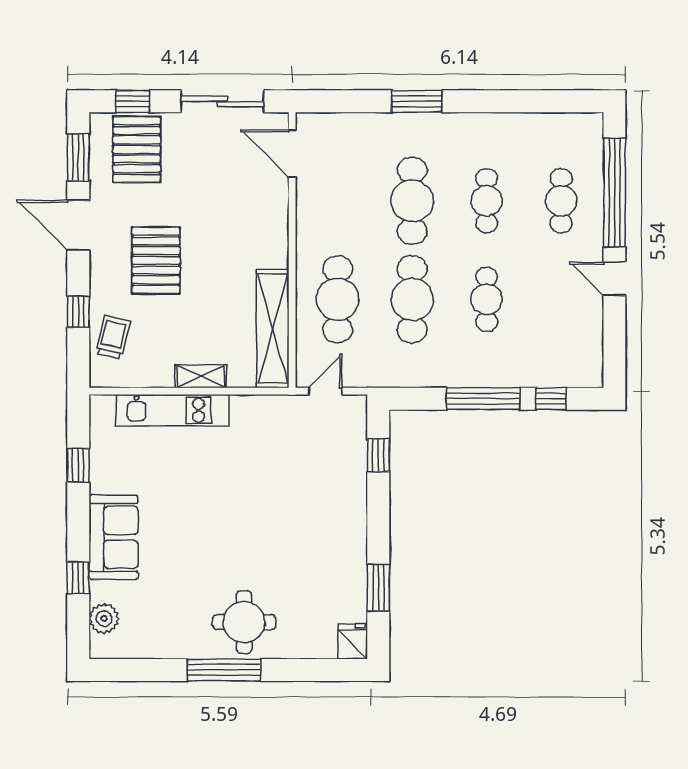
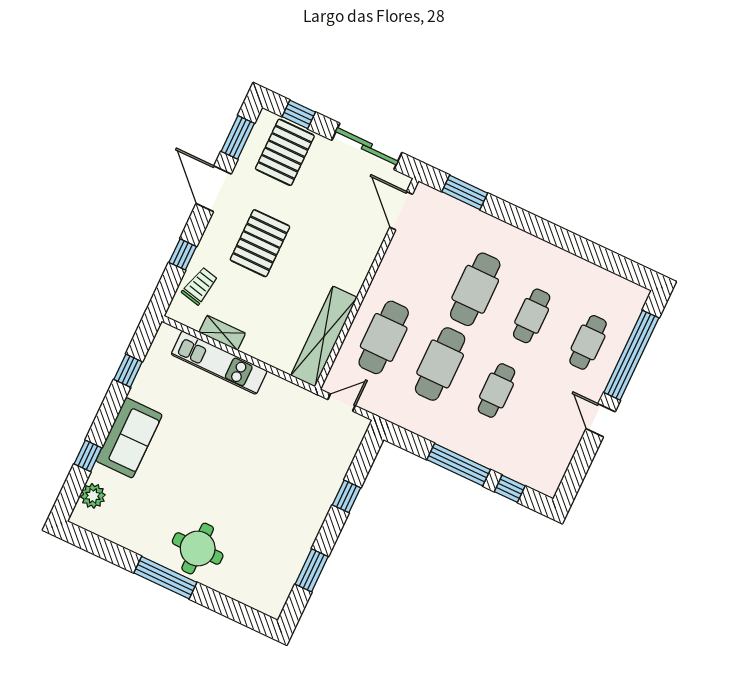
window: (417, 101) -> (465, 192), moved
shelving: (201, 376) -> (222, 333), moved
window: (378, 455) -> (346, 496), moved
fridge: (353, 642) -> (273, 602), removed

